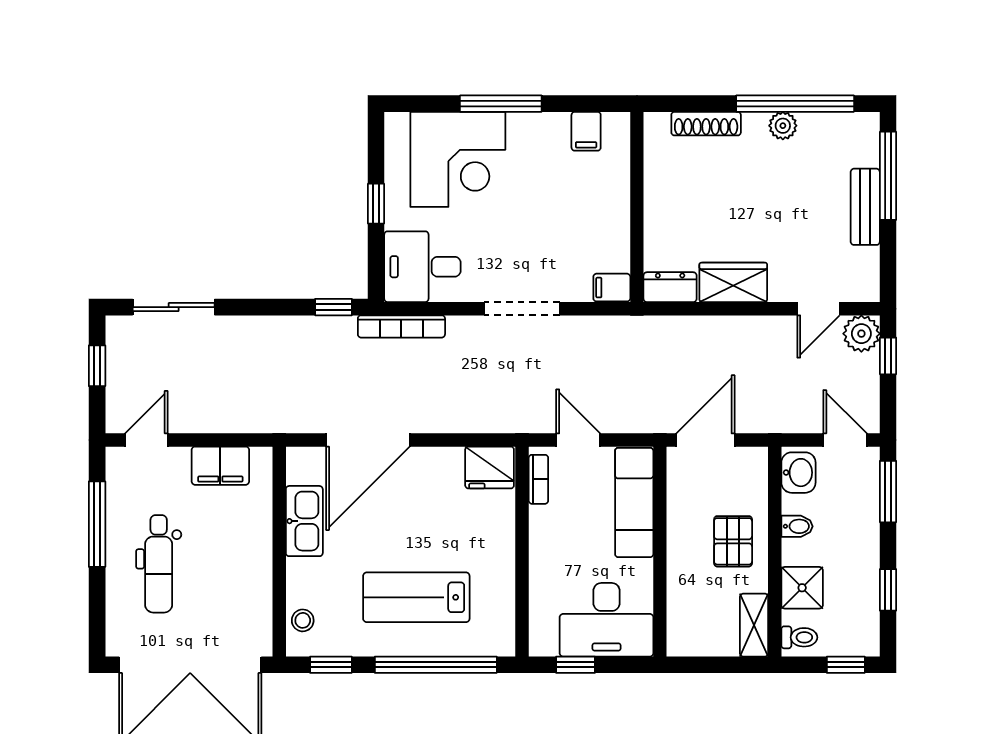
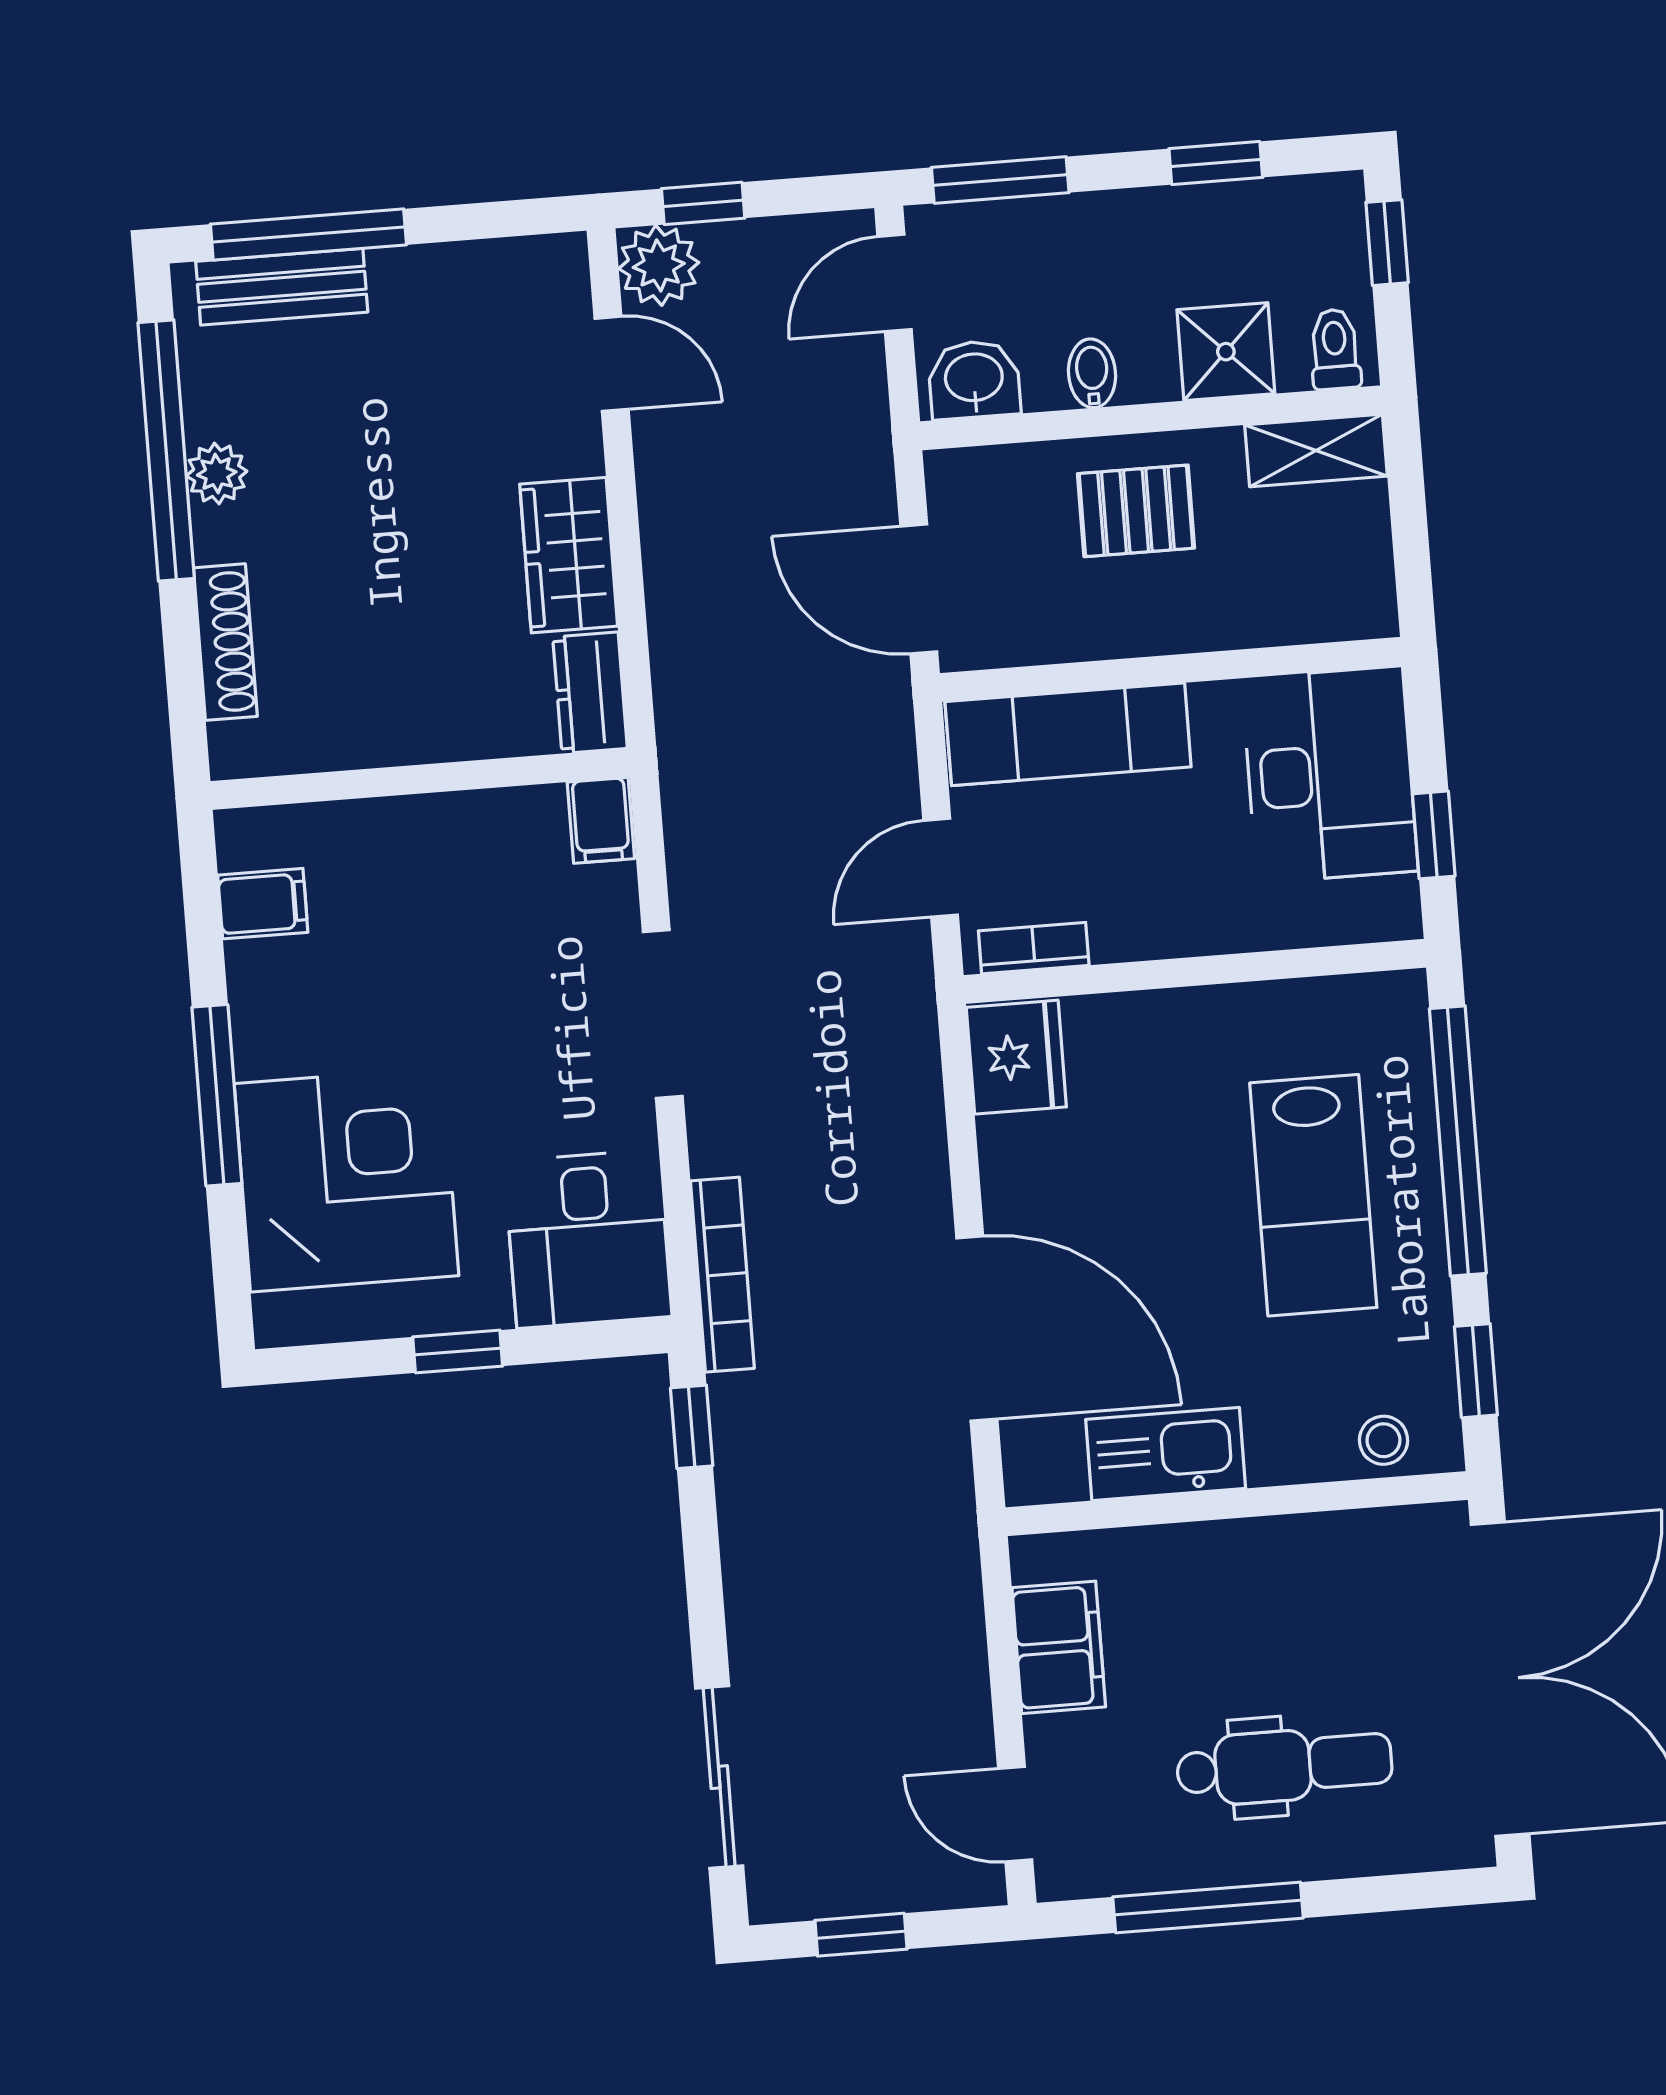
bench: (865, 207) -> (282, 287), moved

